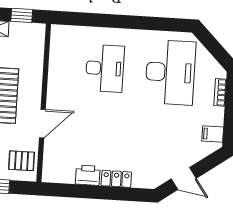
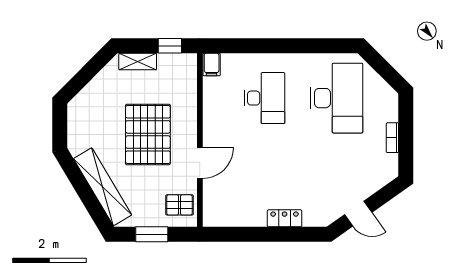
bookcase: (220, 92) -> (392, 138), moved
filing cabinet: (213, 134) -> (212, 64), moved, turned -90
printer: (88, 175) -> (253, 216), removed

